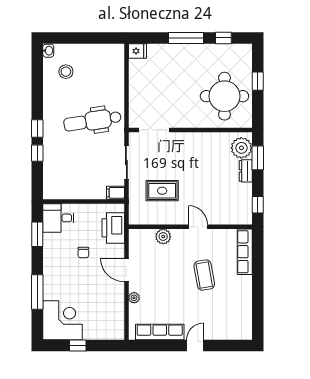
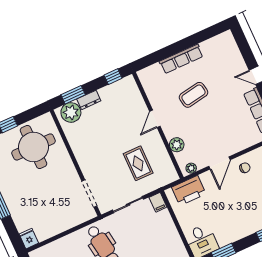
row of seats: (245, 252) -> (181, 59), moved
chair: (83, 253) -> (245, 168), moved
plant: (134, 298) -> (191, 168), moved

